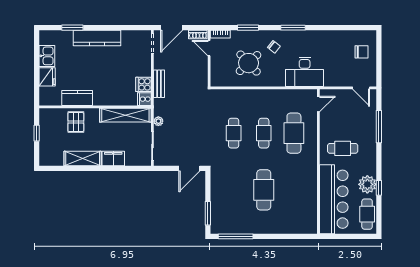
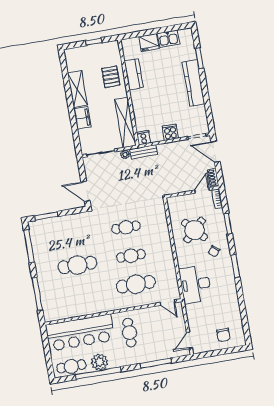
cooker: (144, 84) -> (170, 132), moved
bench: (159, 84) -> (144, 152), moved
pallet: (76, 122) -> (111, 77), turned 90
window: (379, 188) -> (98, 373), width x3.17
window: (286, 236) -> (37, 294), added

